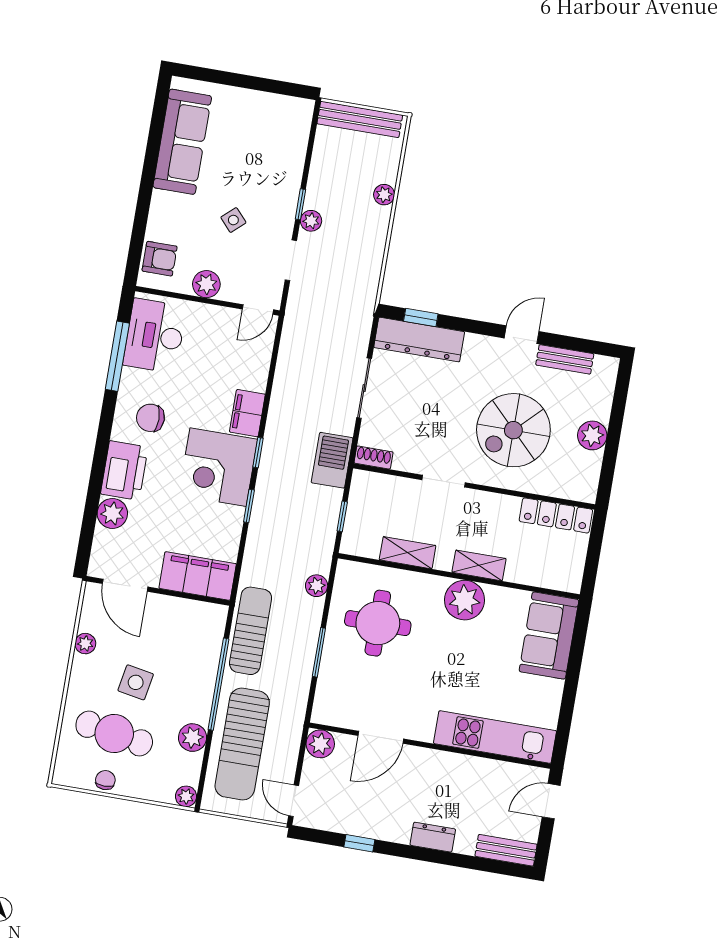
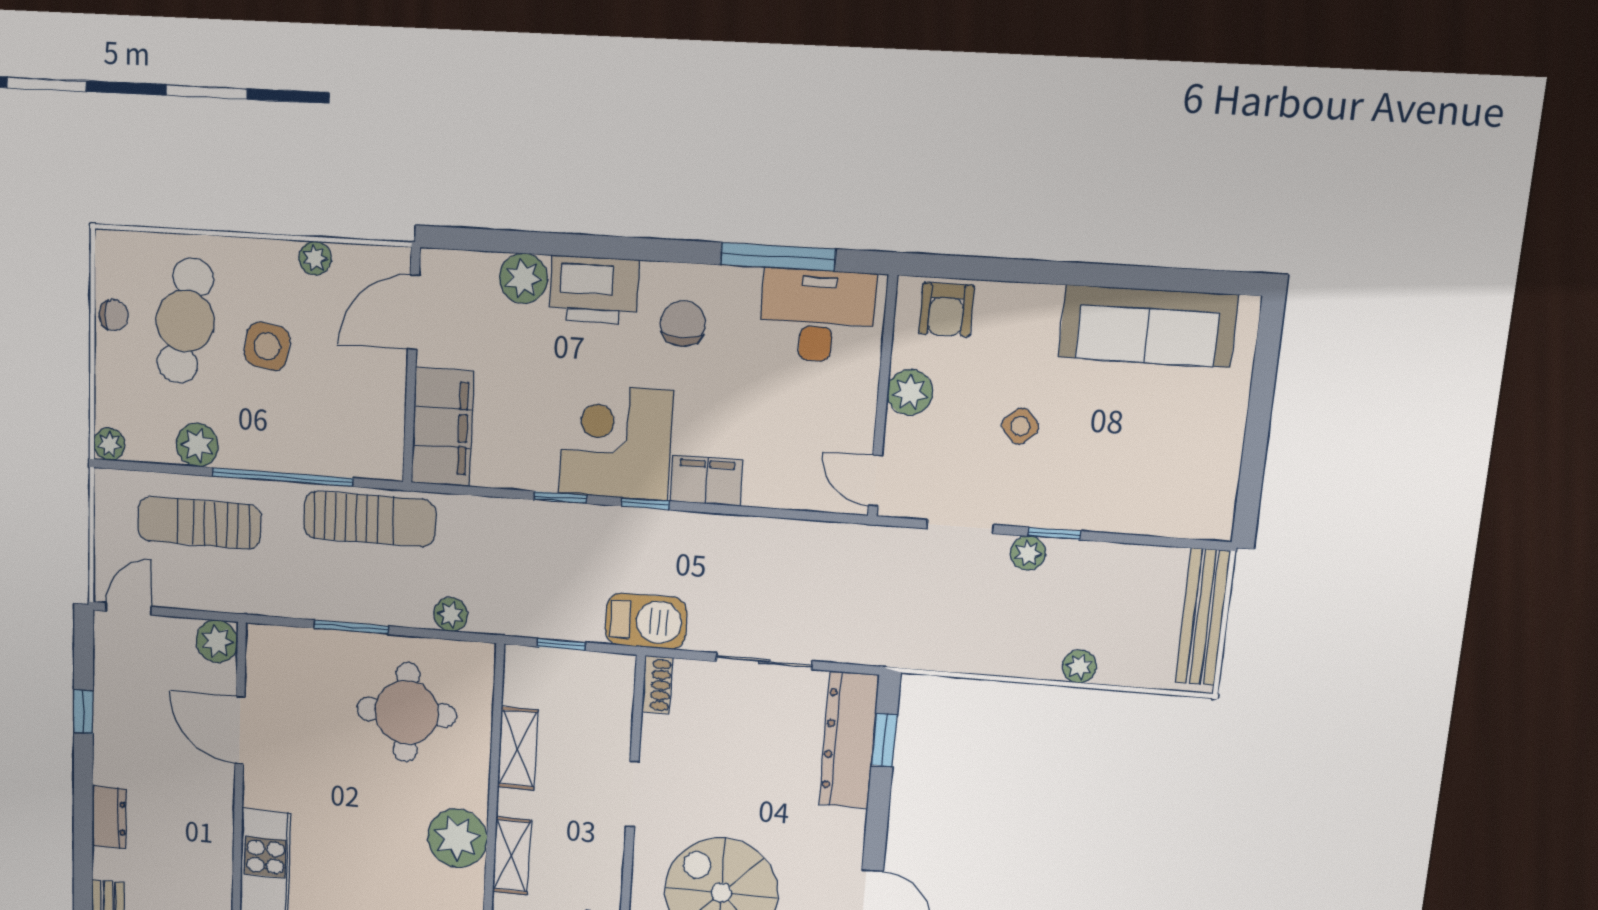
sun lounger: (242, 744) -> (199, 523), width x0.73, depth x0.75

